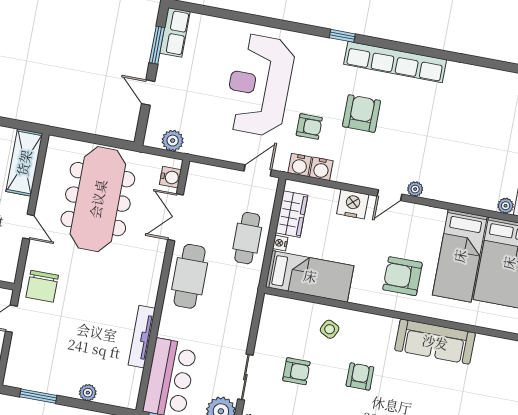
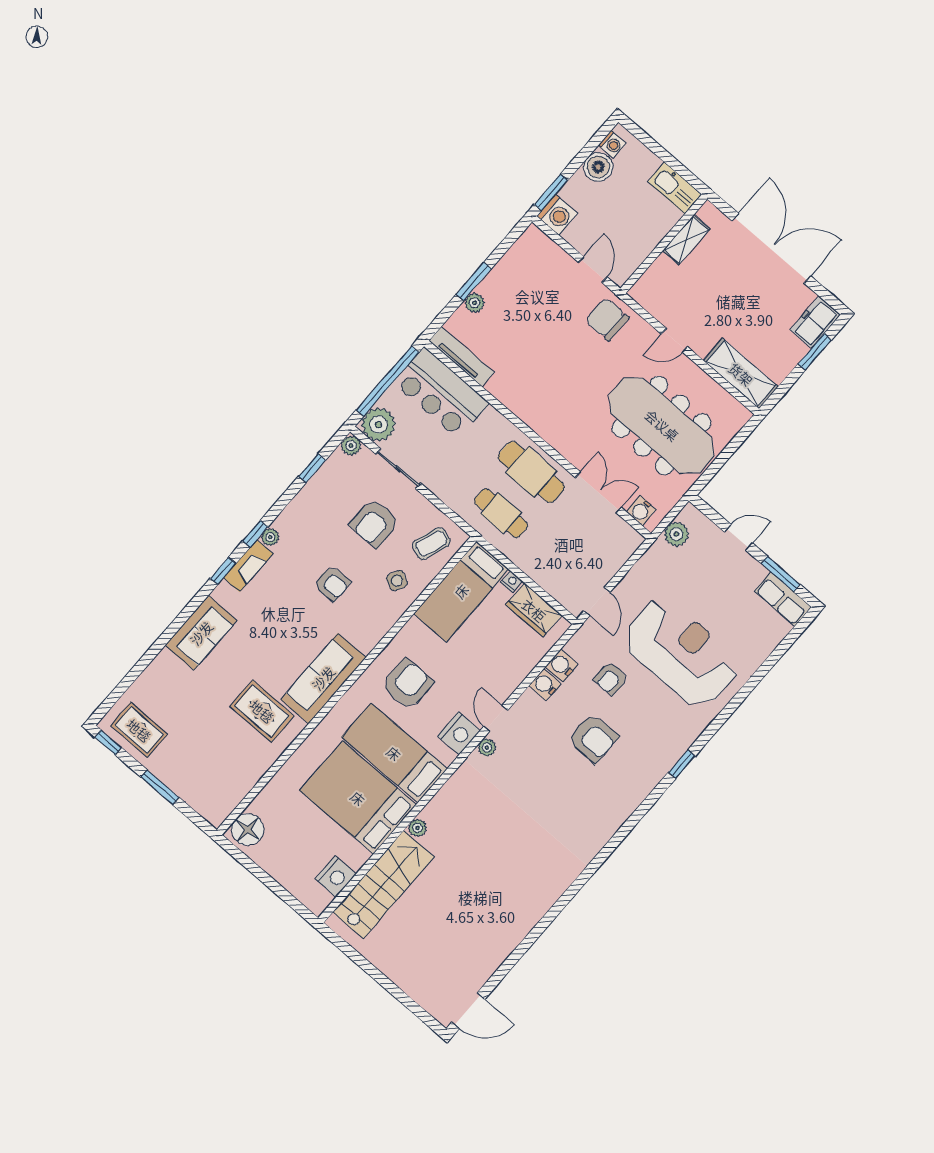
row of seats: (395, 62) -> (625, 802), removed
water cooler: (300, 165) -> (545, 685), moved
nightstand: (353, 204) -> (459, 733), moved
cafe table: (247, 238) -> (501, 513), moved
coffee table: (287, 320) -> (431, 543), added
tv unit: (142, 337) -> (461, 357), moved
armchair: (296, 371) -> (374, 523), width x1.38, depth x1.38
rug: (486, 373) -> (262, 711), added
window: (38, 396) -> (474, 281), moved

